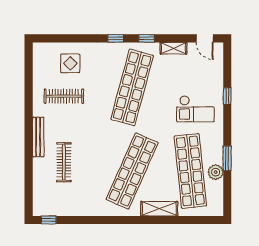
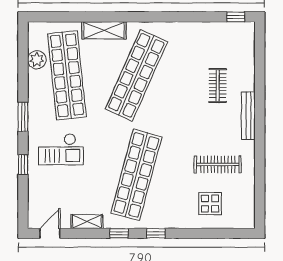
door: (205, 38) -> (50, 233), hinge flipped
checkout: (195, 109) -> (61, 149), turned 180
window: (227, 158) -> (23, 117), moved
clothes rail: (64, 162) -> (218, 86), width x0.73
plant: (216, 172) -> (37, 60), moved

